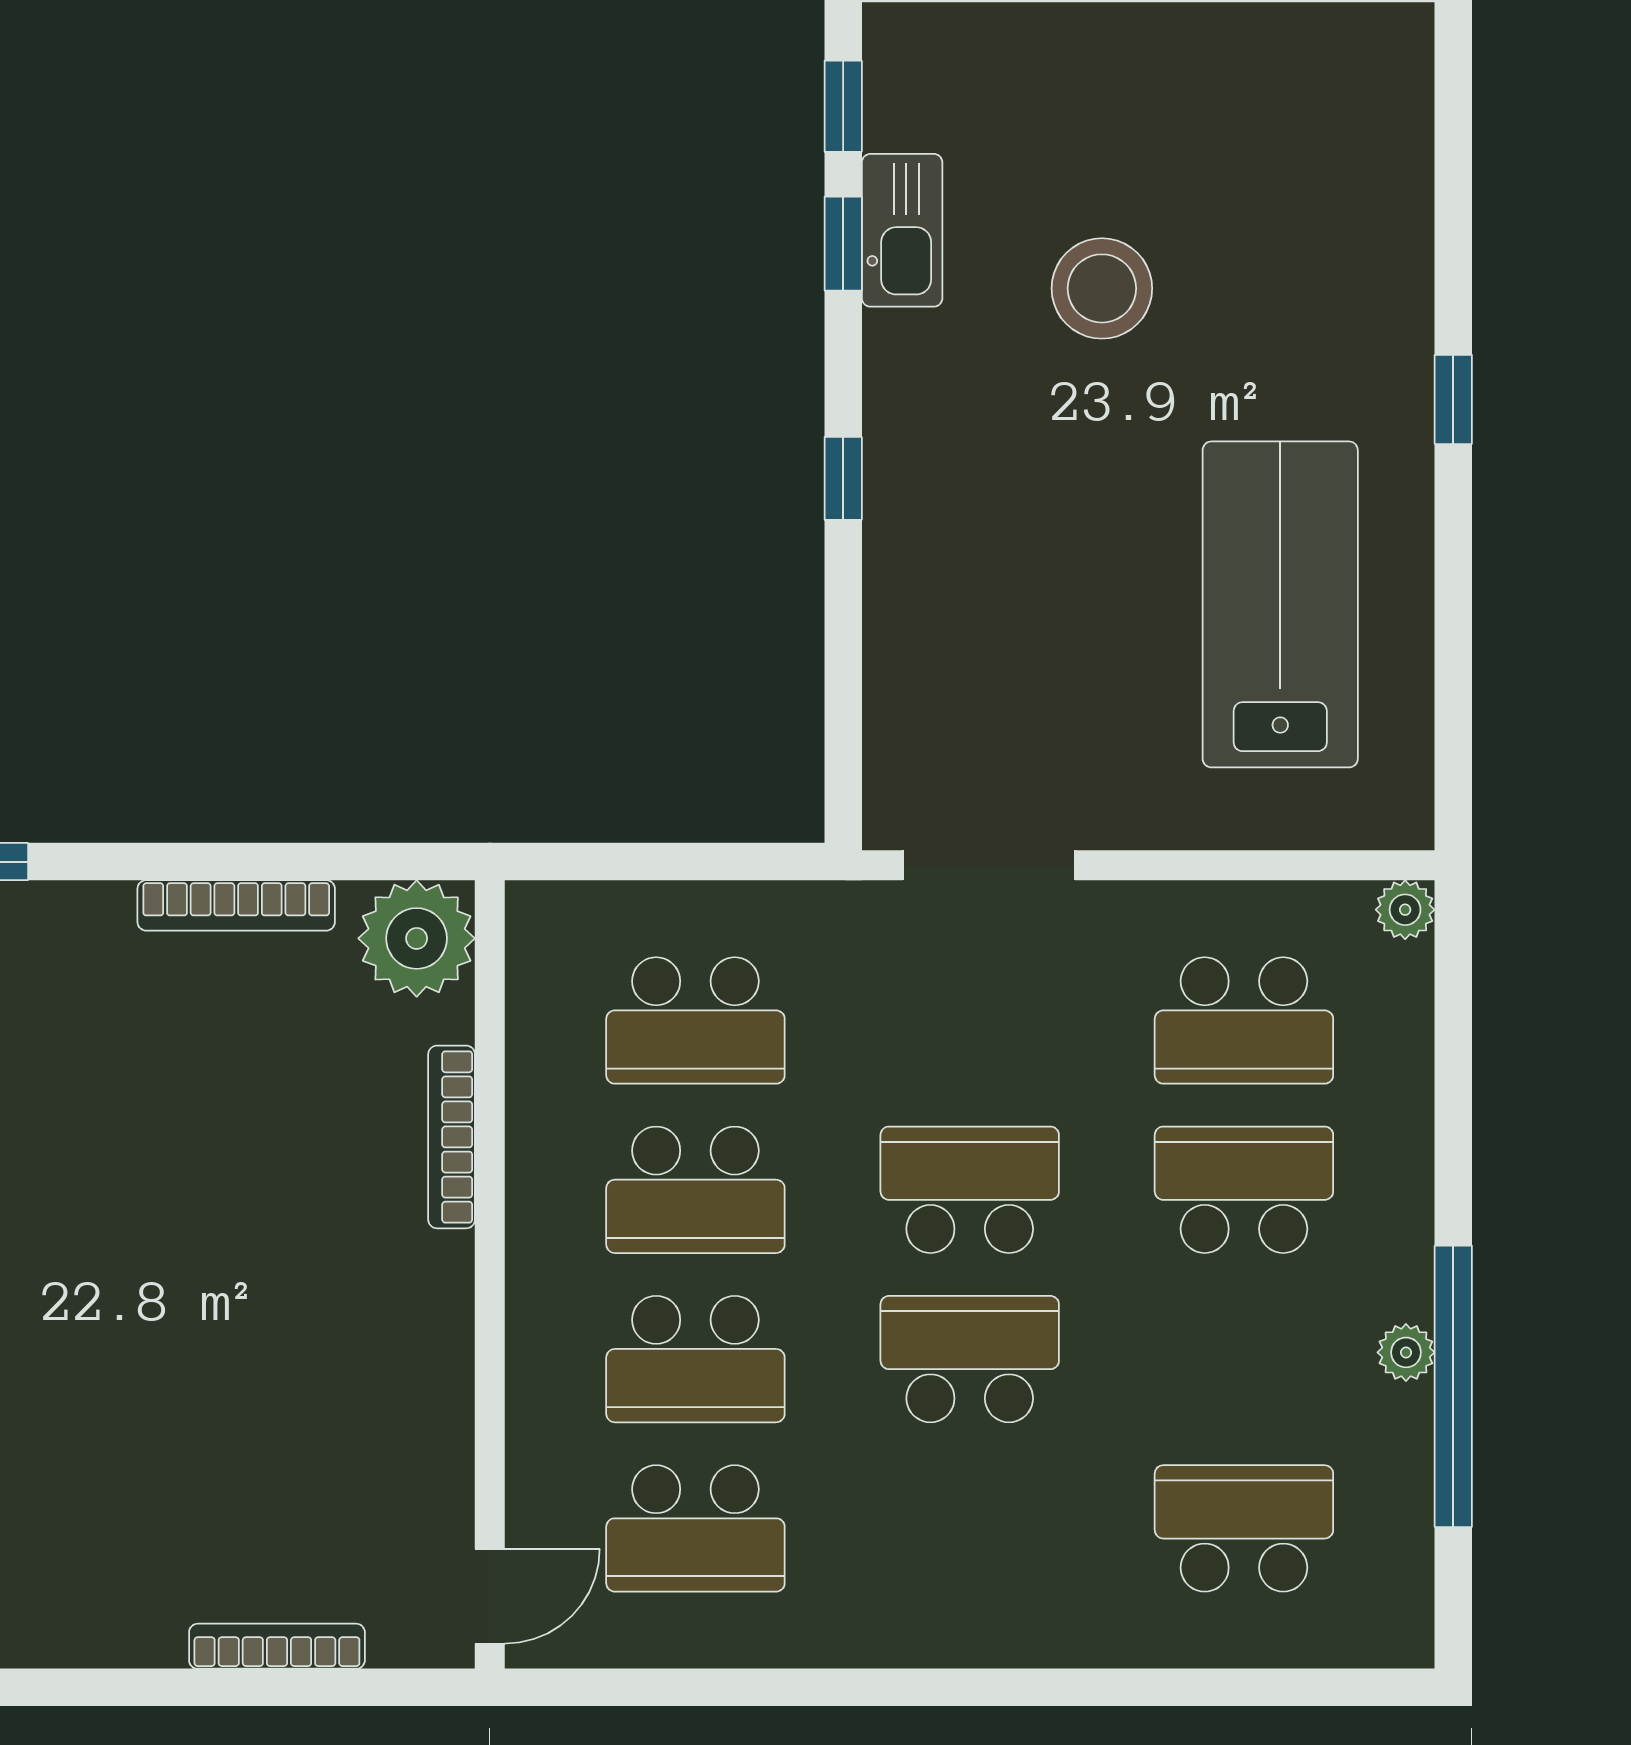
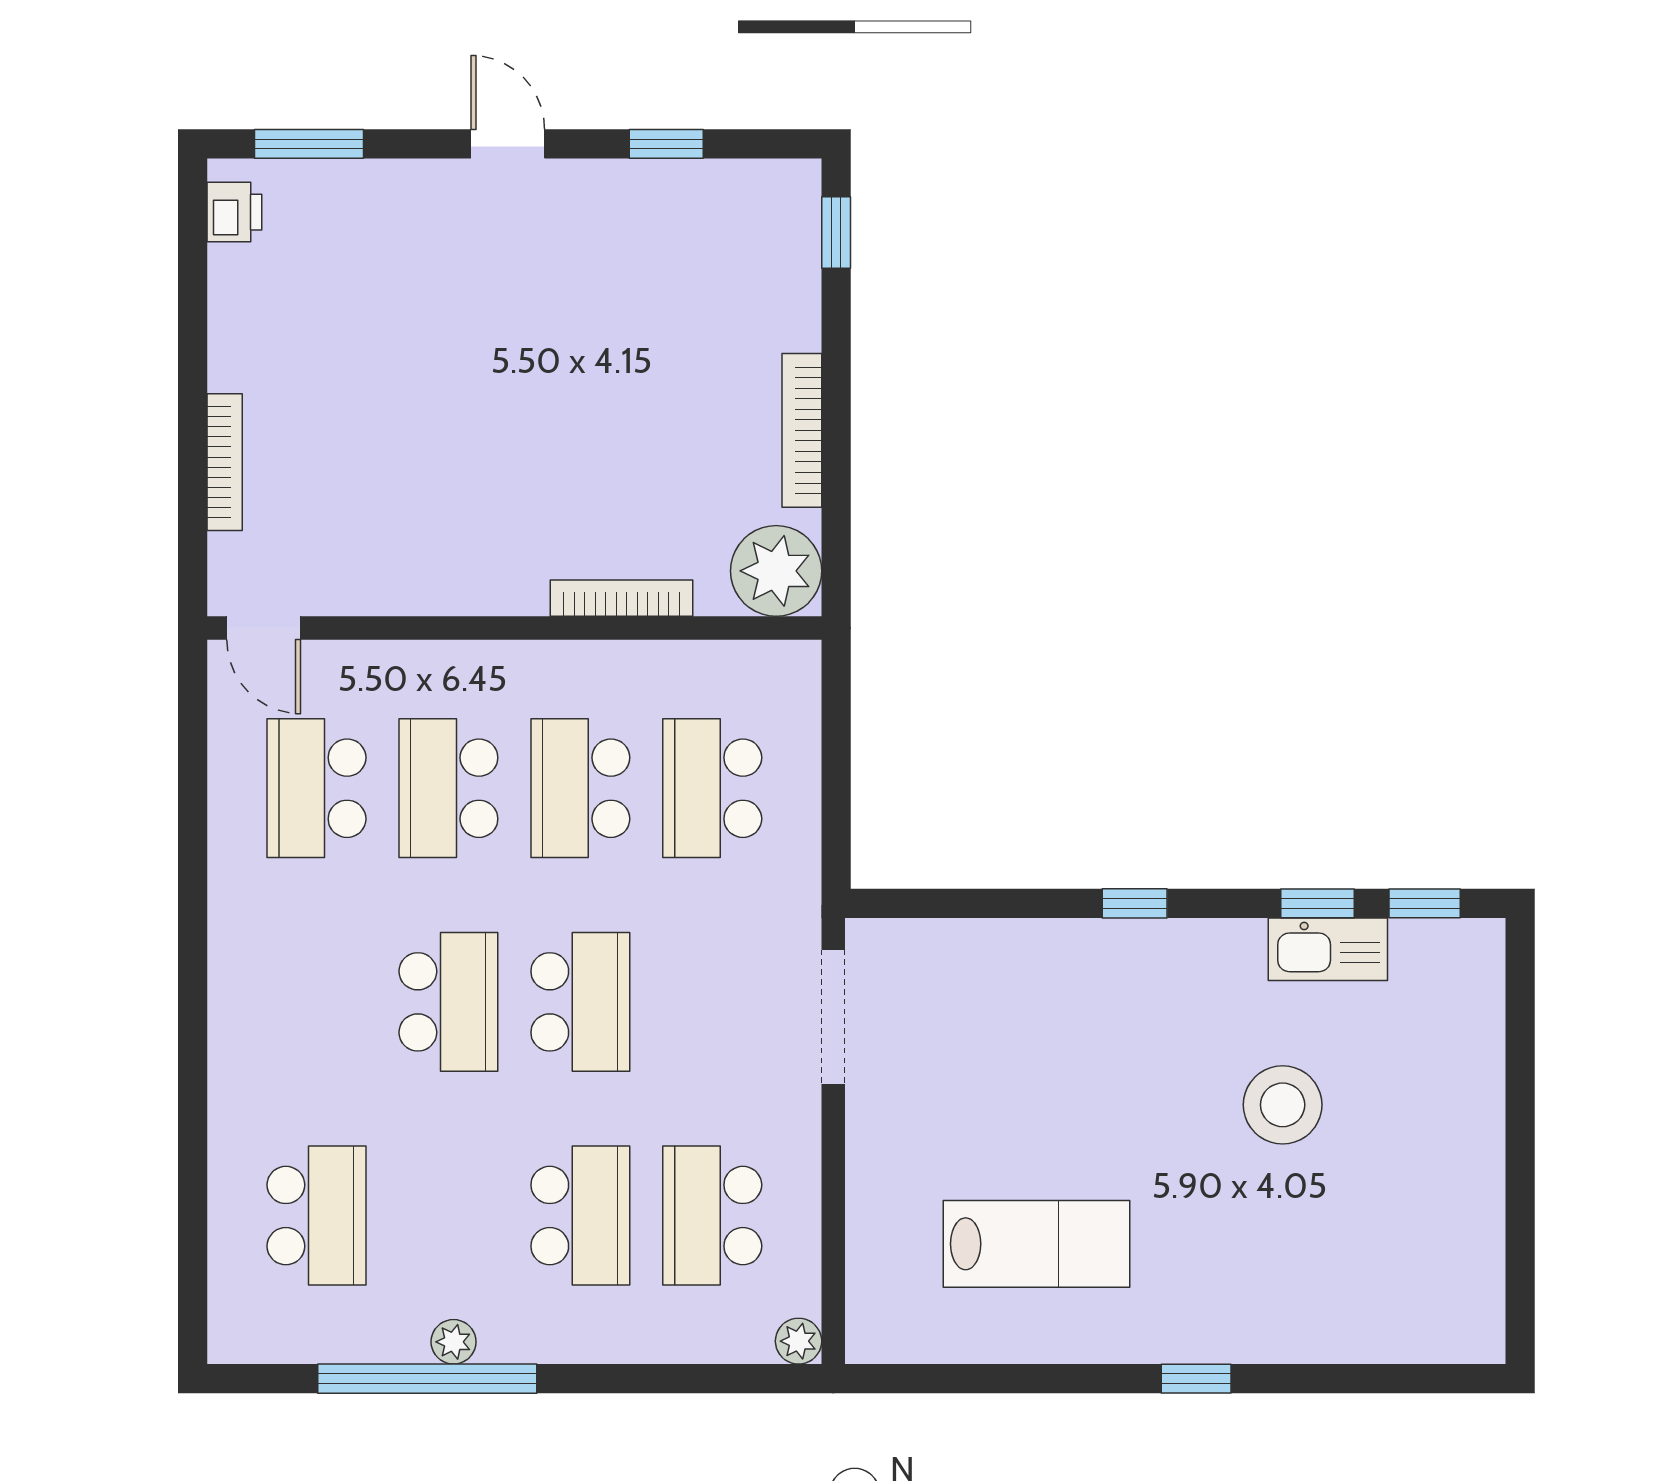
lab bench: (1280, 604) -> (1036, 1244), width x0.73, depth x0.72

